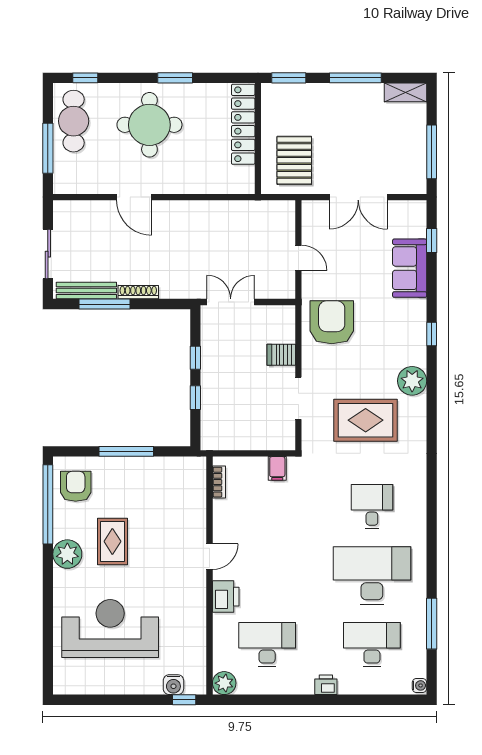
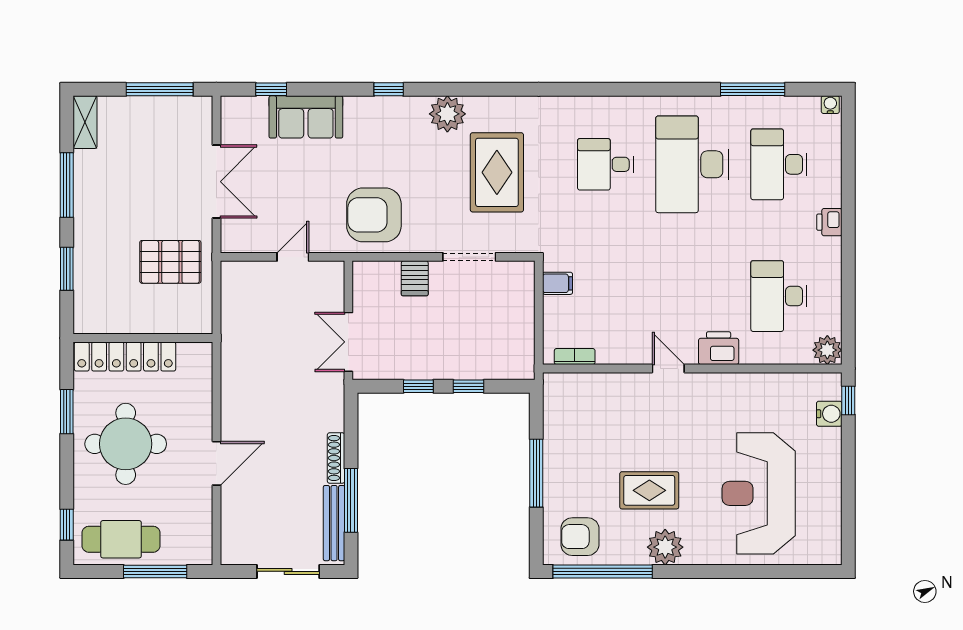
locker: (243, 124) -> (125, 357), moved
wall: (258, 138) -> (143, 338), moved

